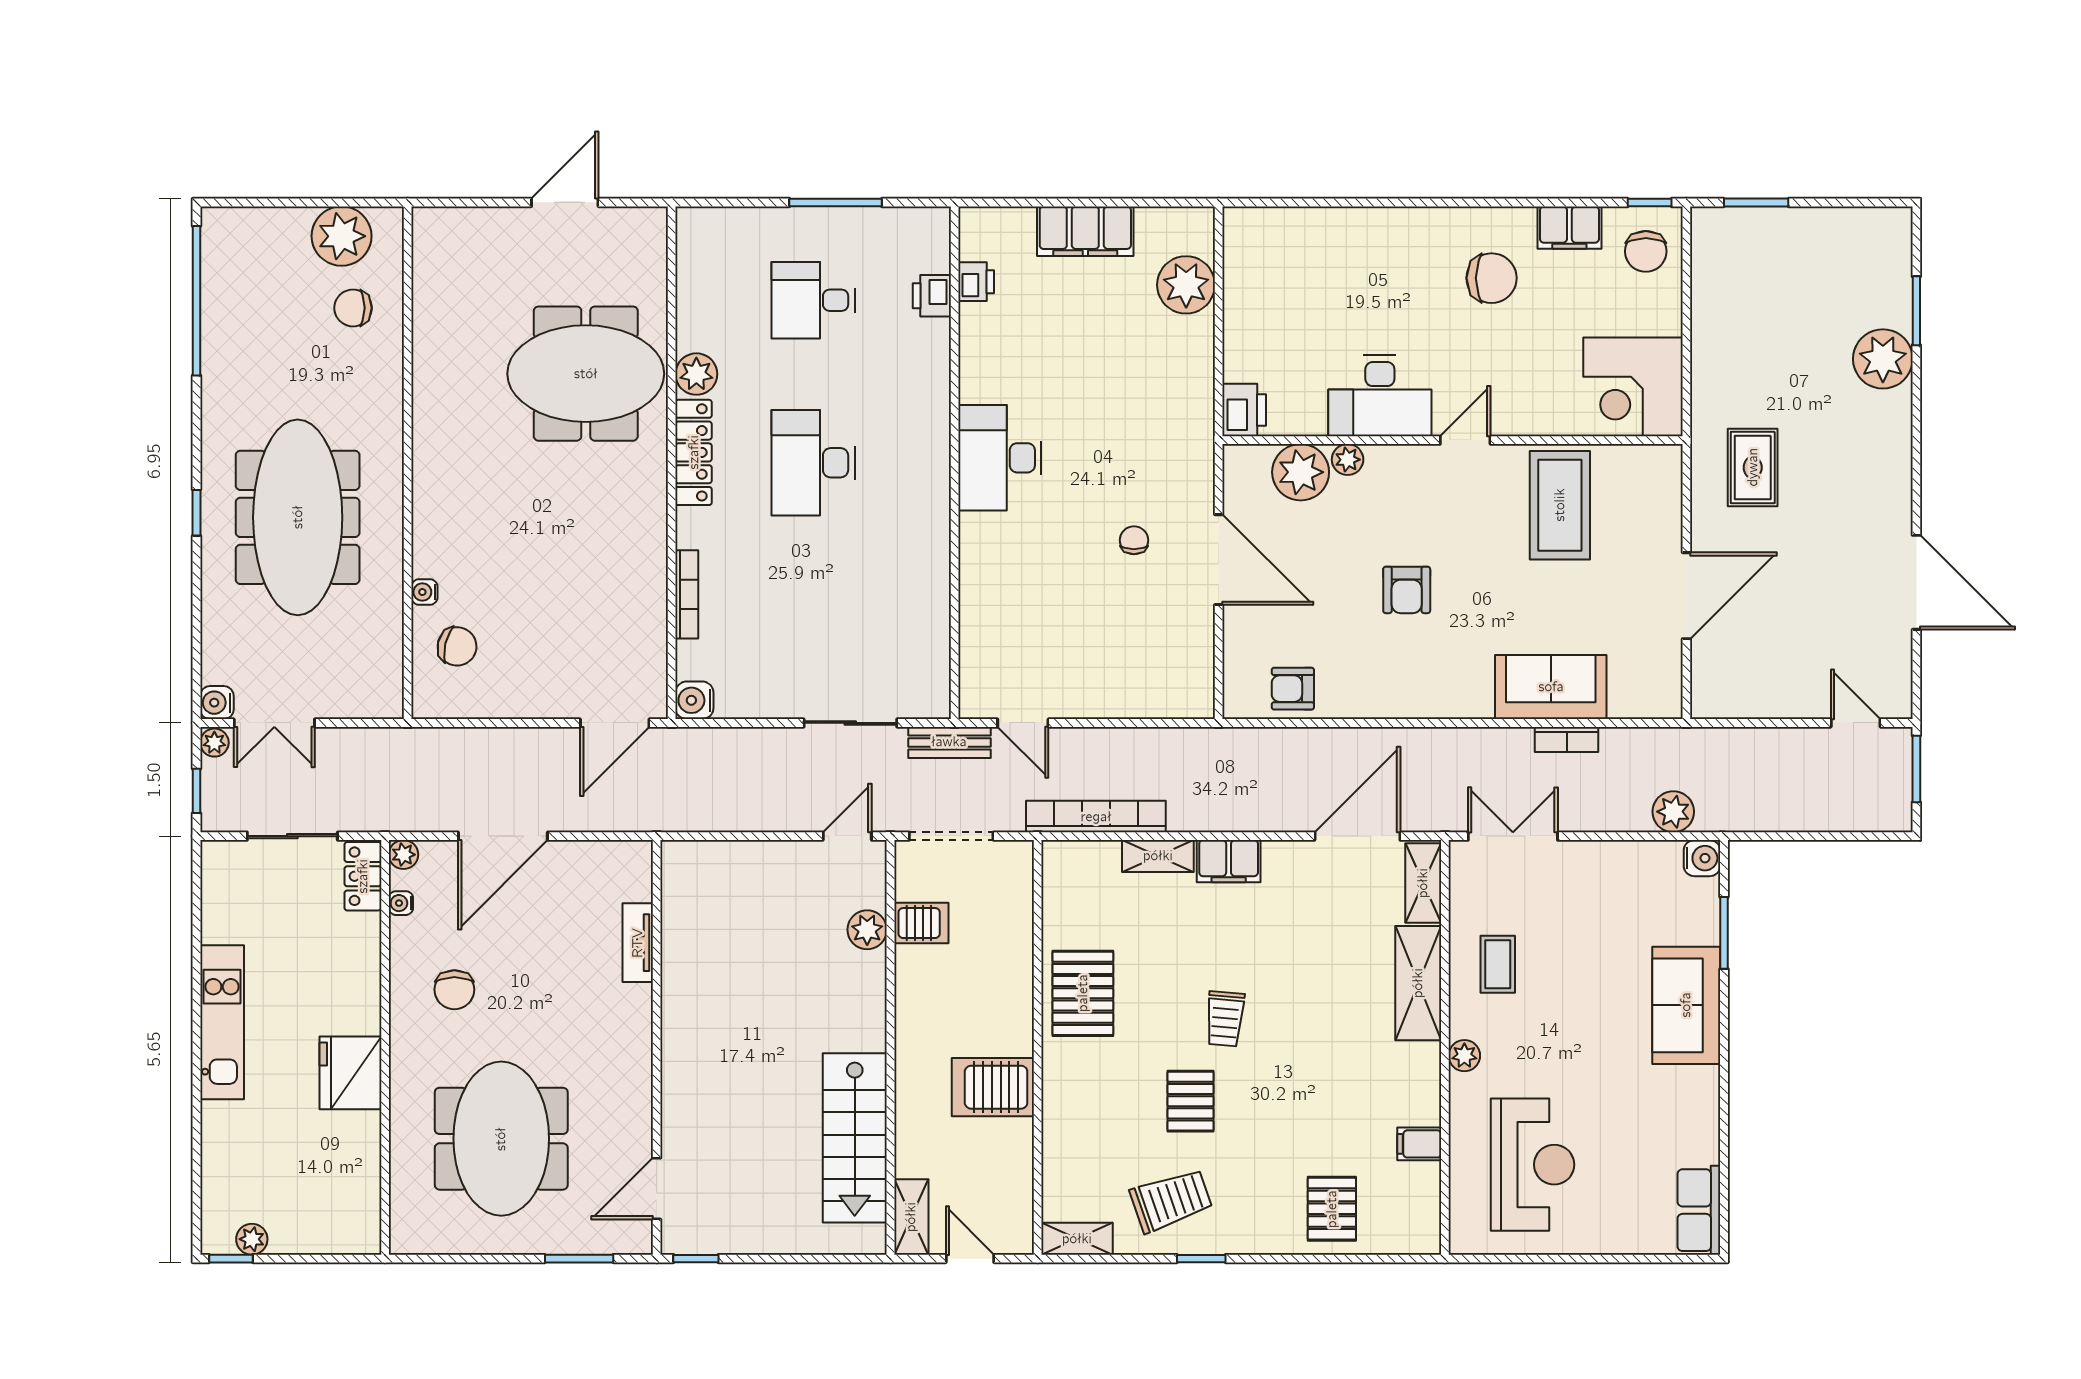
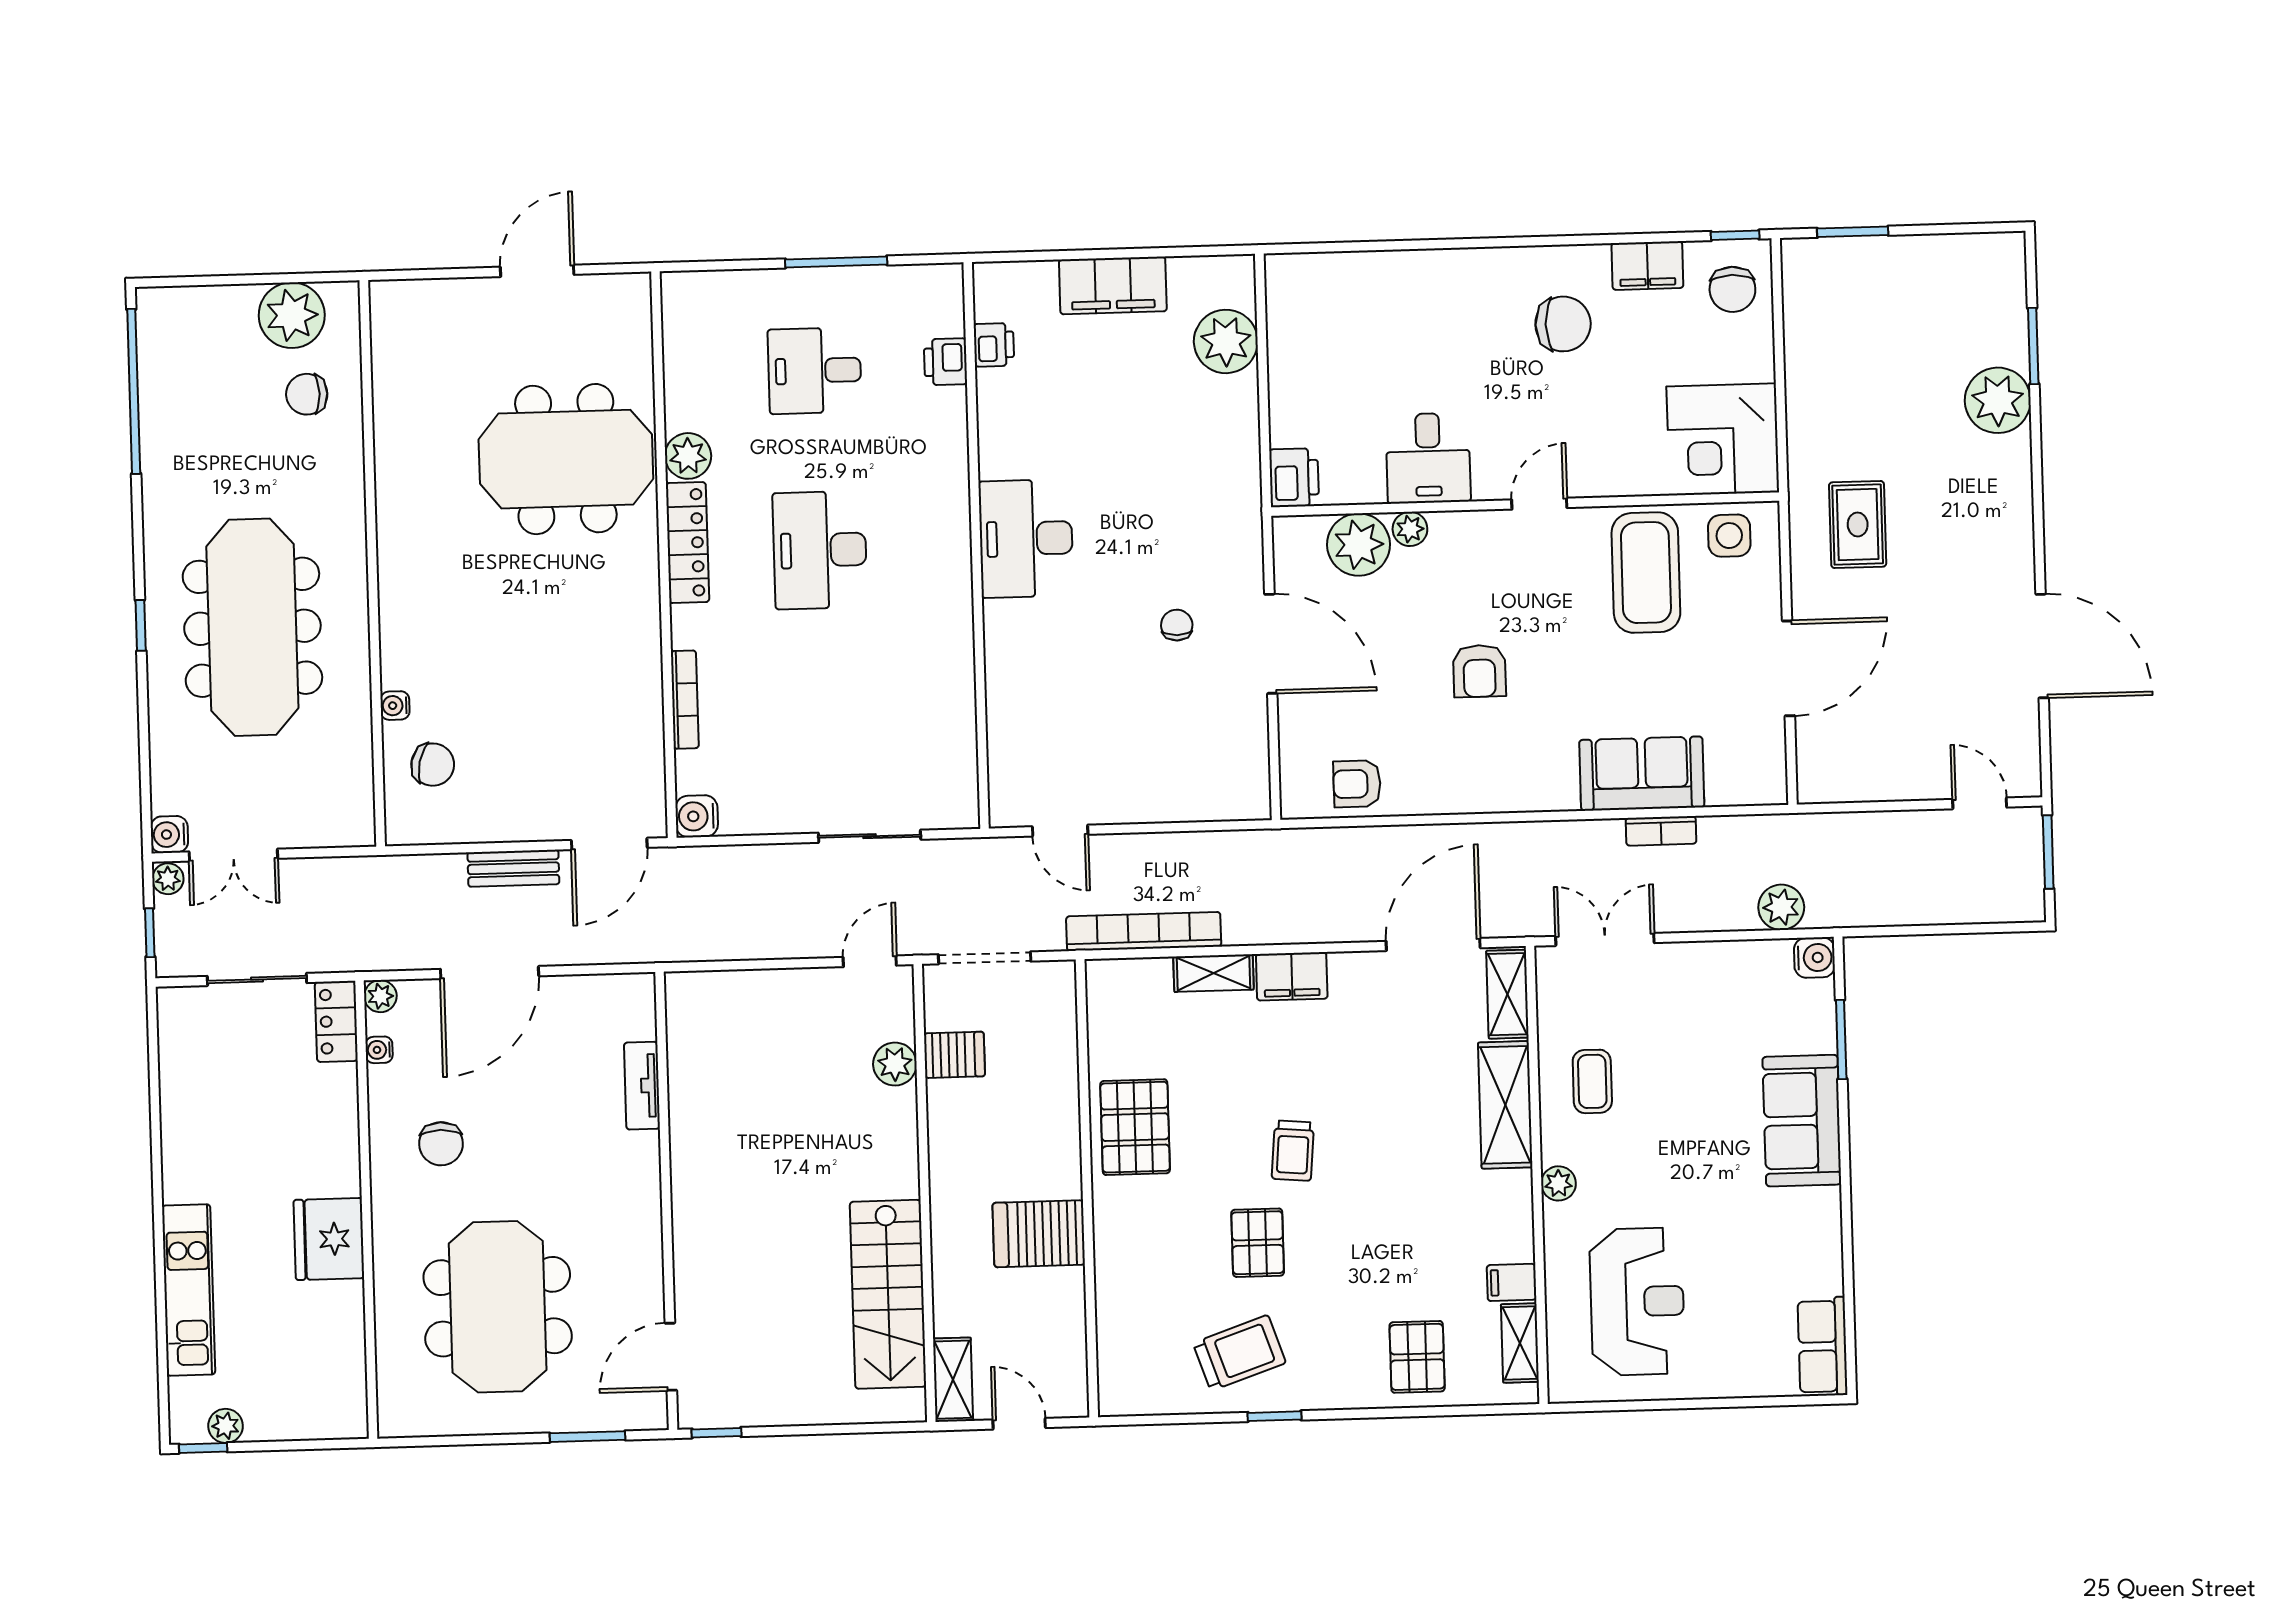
desk: (1380, 396) -> (1428, 458), width x0.73
side table: (1636, 474) -> (1729, 536), added
bench: (949, 742) -> (513, 868), moved
kitchen unit: (222, 1022) -> (189, 1290), moved
shelving: (1077, 1239) -> (1520, 1343), moved, turned 90

